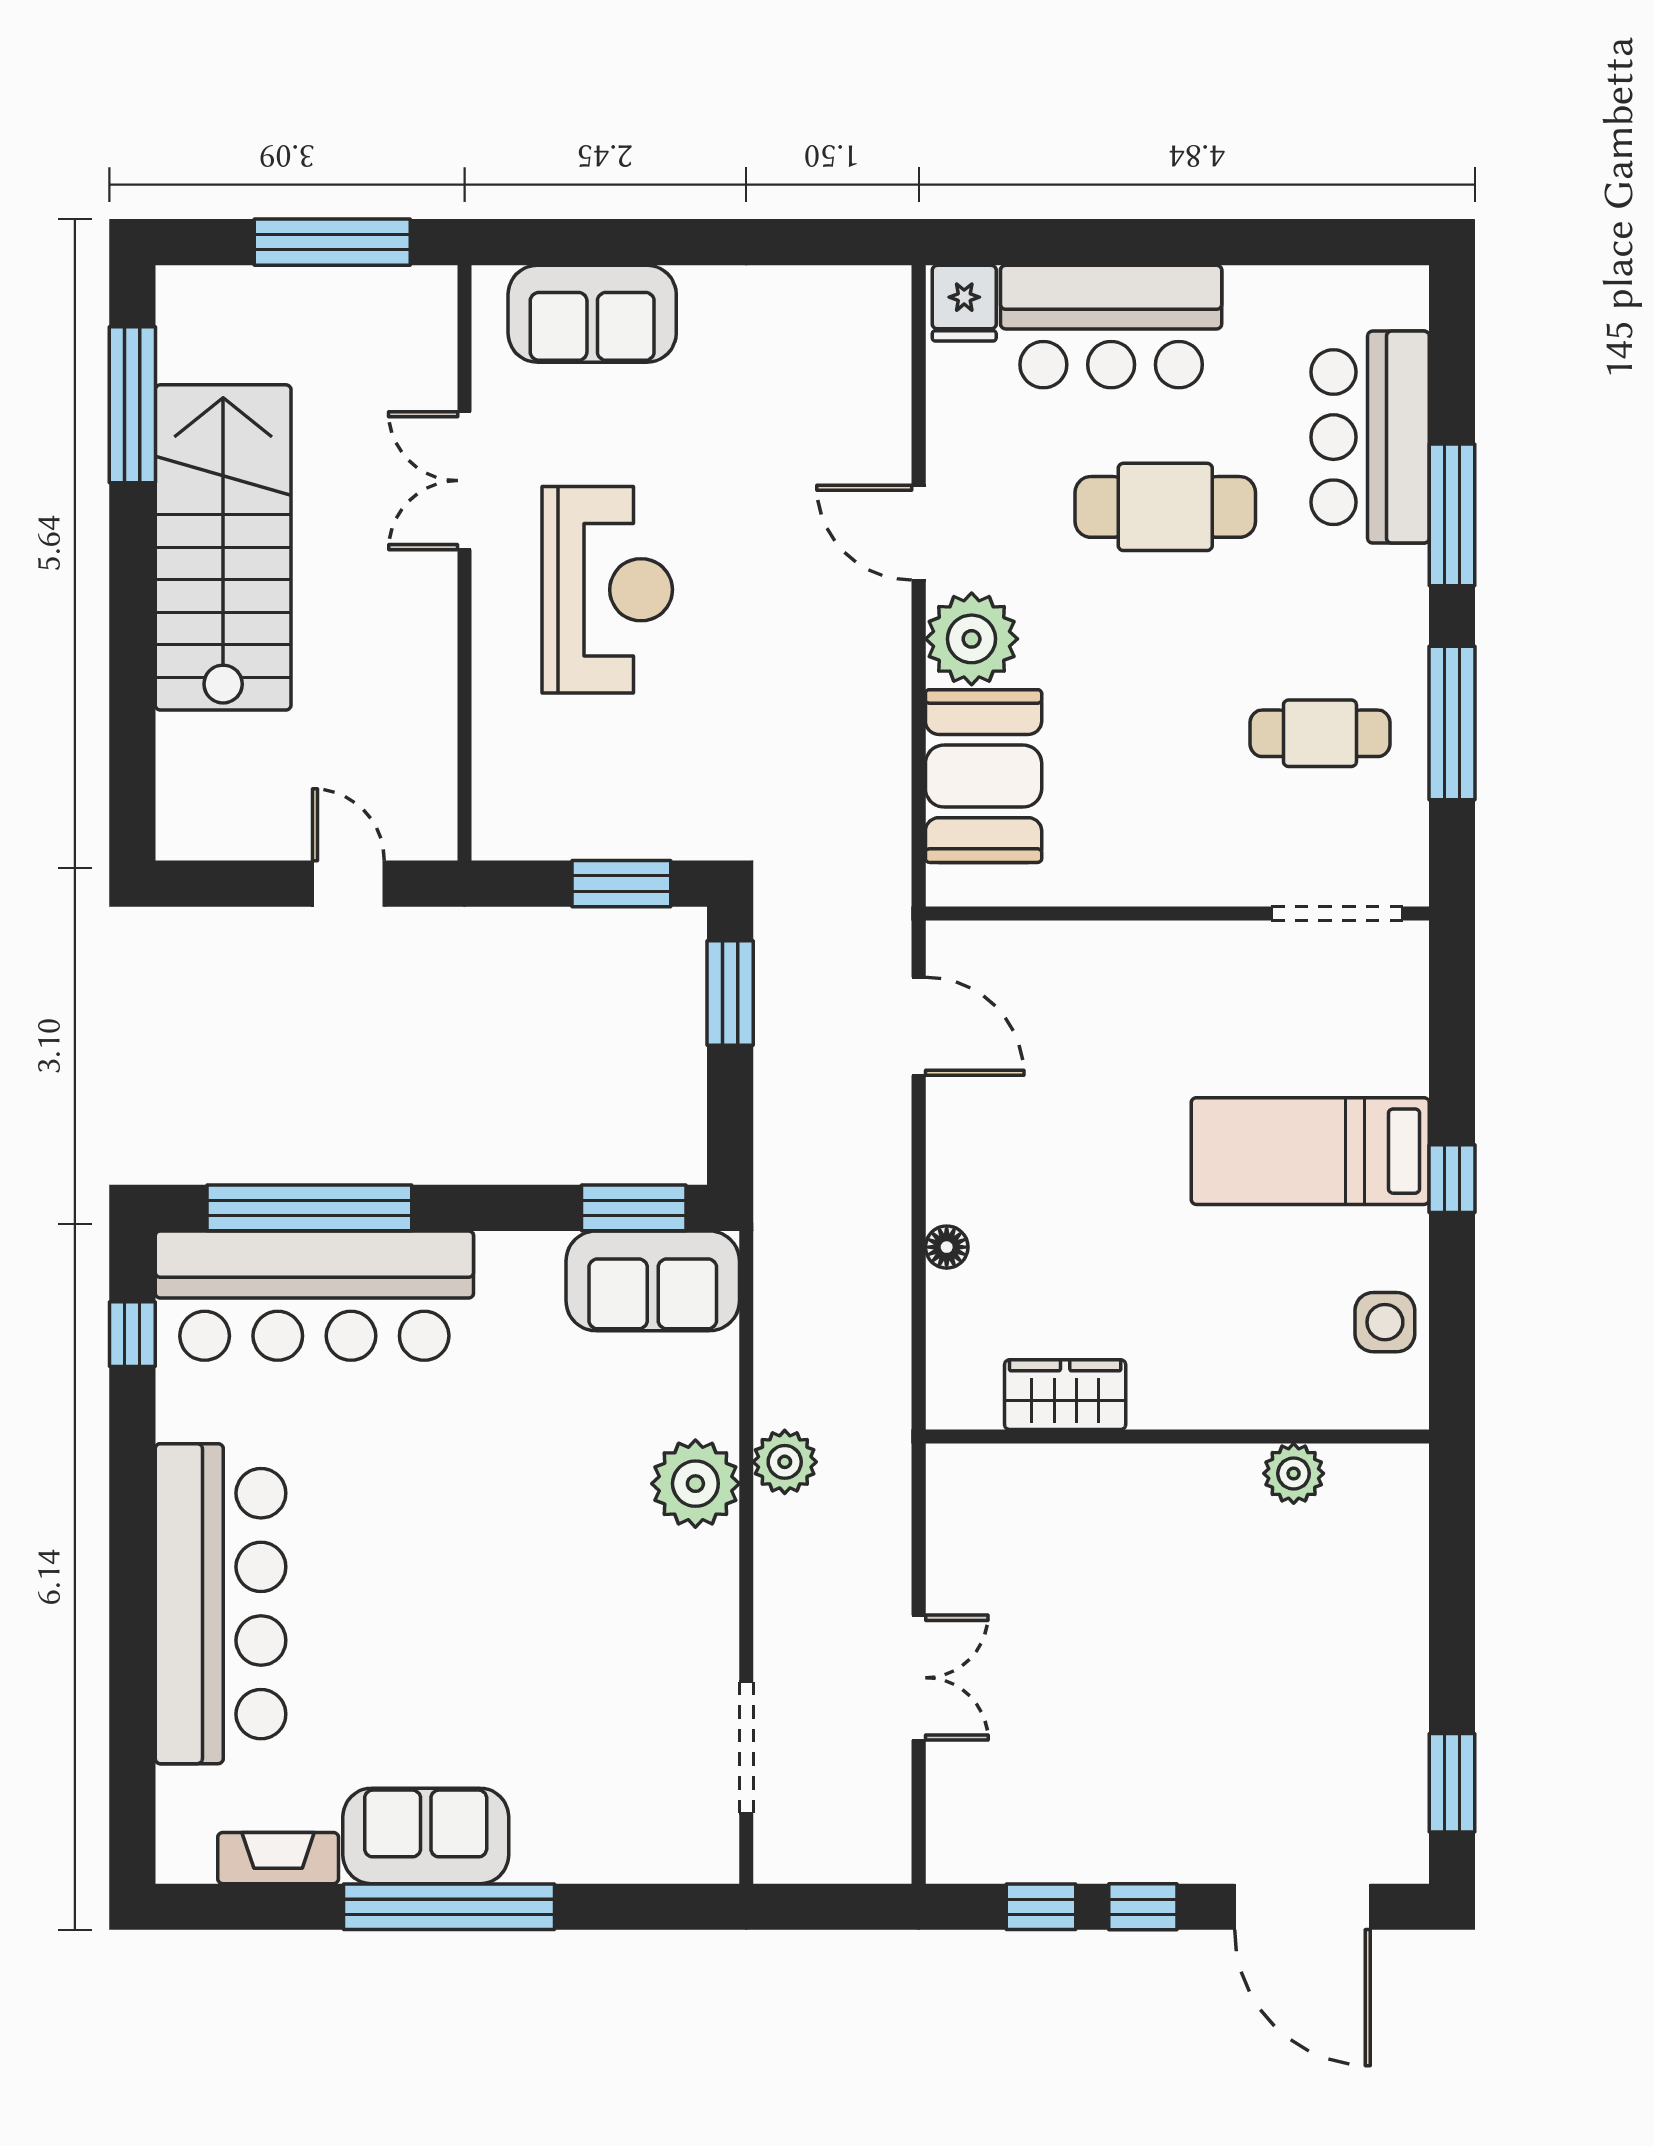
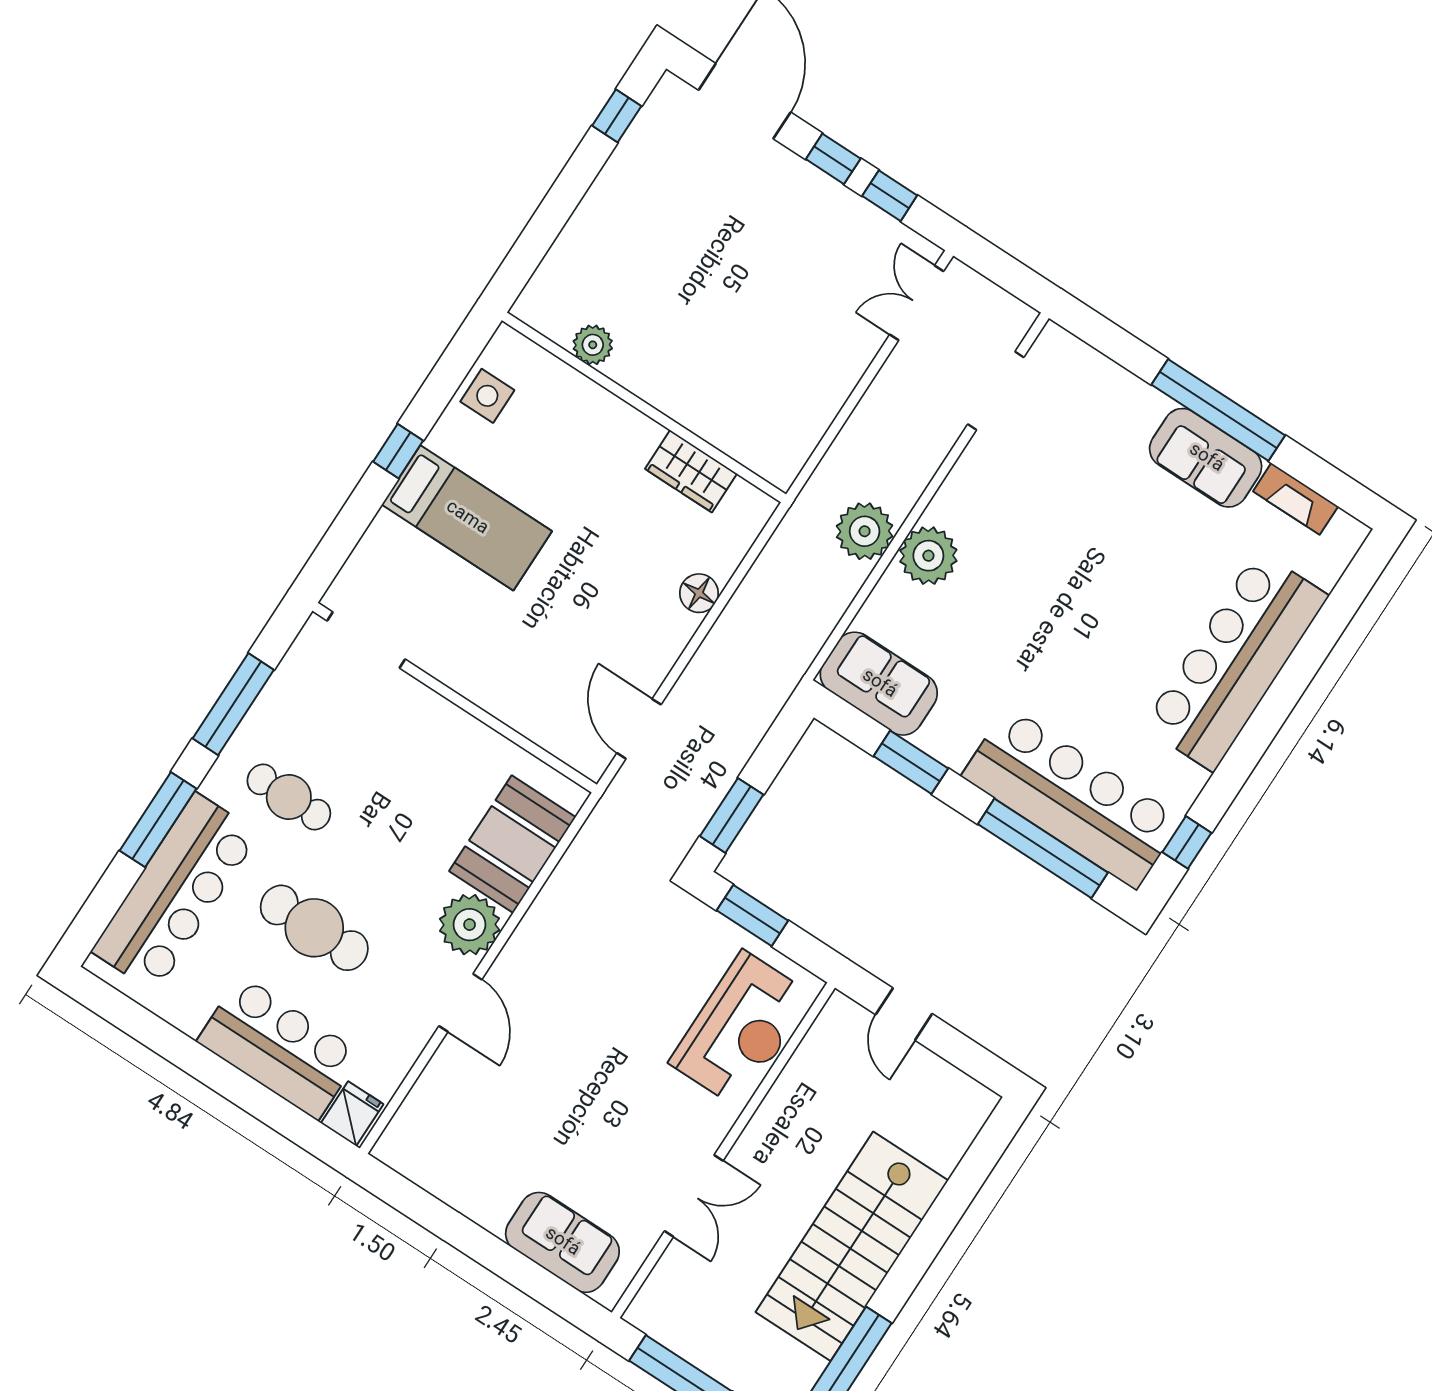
bar counter: (1370, 437) -> (175, 892), width x1.36
reception desk: (607, 590) -> (741, 1029), moved, turned 180
cafe table: (1320, 733) -> (289, 797), moved
window: (634, 1208) -> (911, 762), moved
floor lamp: (947, 1247) -> (699, 593), width x1.37, depth x1.37
plant: (785, 1462) -> (865, 531), width x1.36, depth x1.36
double door: (919, 1678) -> (917, 303), moved
window: (1452, 1783) -> (617, 116), width x0.67

